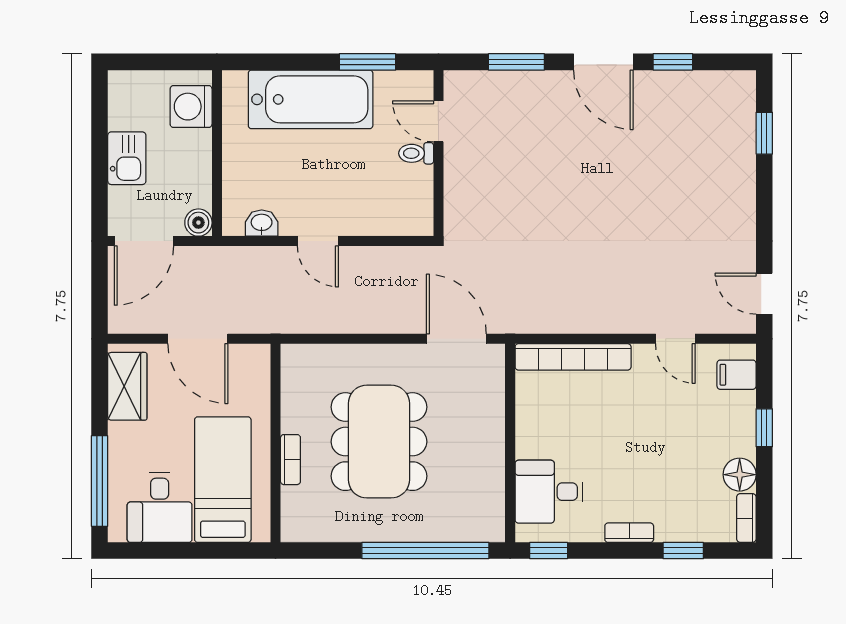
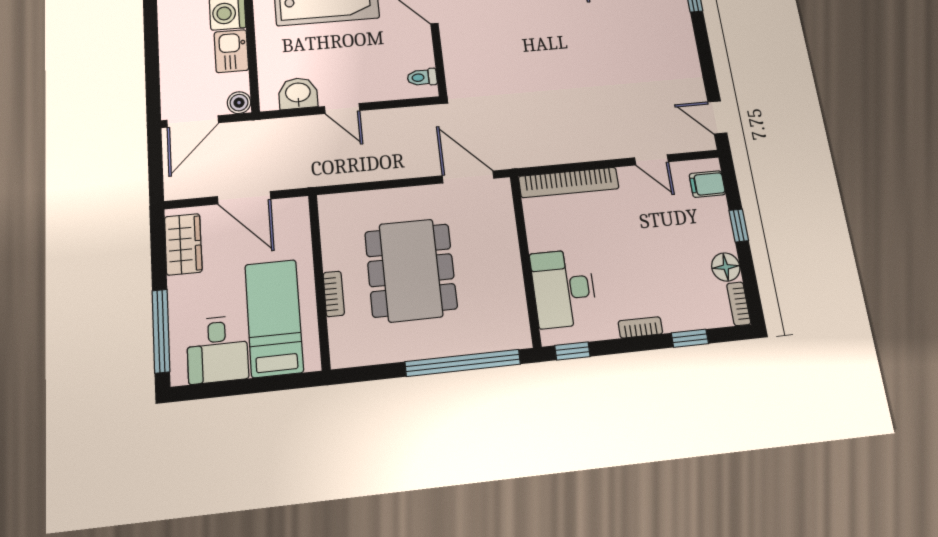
toilet: (416, 153) -> (422, 77), moved
kitchen sink: (127, 158) -> (231, 51), moved, turned 180
washbasin: (262, 223) -> (298, 93), width x1.38, depth x1.45
desk: (549, 492) -> (564, 288), width x1.37

